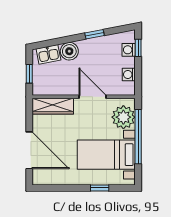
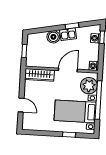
kitchen sink: (48, 54) -> (68, 34), moved
washing machine: (129, 75) -> (94, 66), moved
door: (92, 97) -> (68, 70), hinge flipped
door: (29, 150) -> (21, 105), width x0.53

